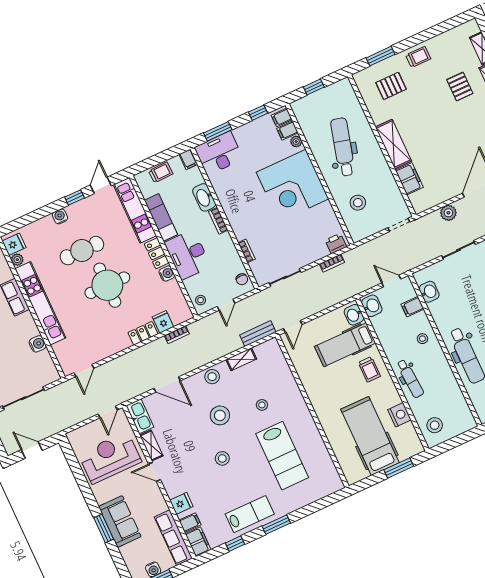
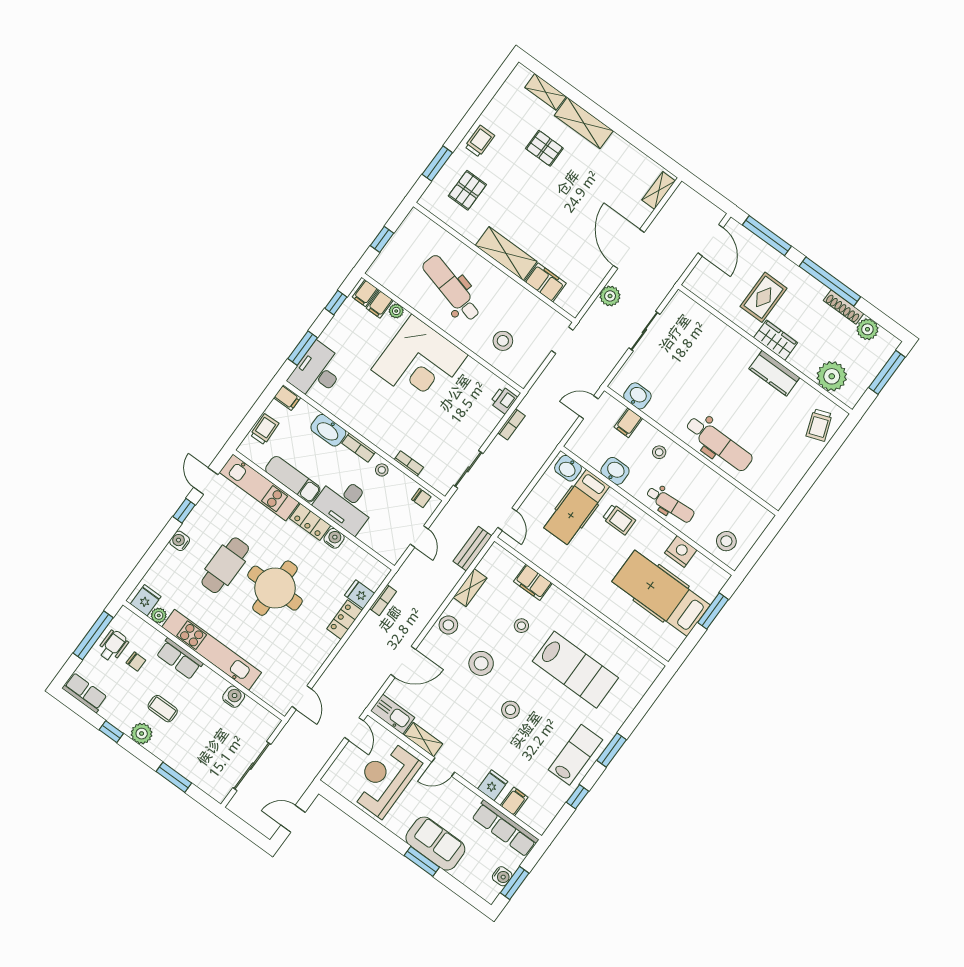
stool: (201, 300) -> (382, 470), moved
washbasin: (372, 306) -> (615, 471), moved
filing cabinet: (198, 542) -> (533, 582), moved, turned 180

